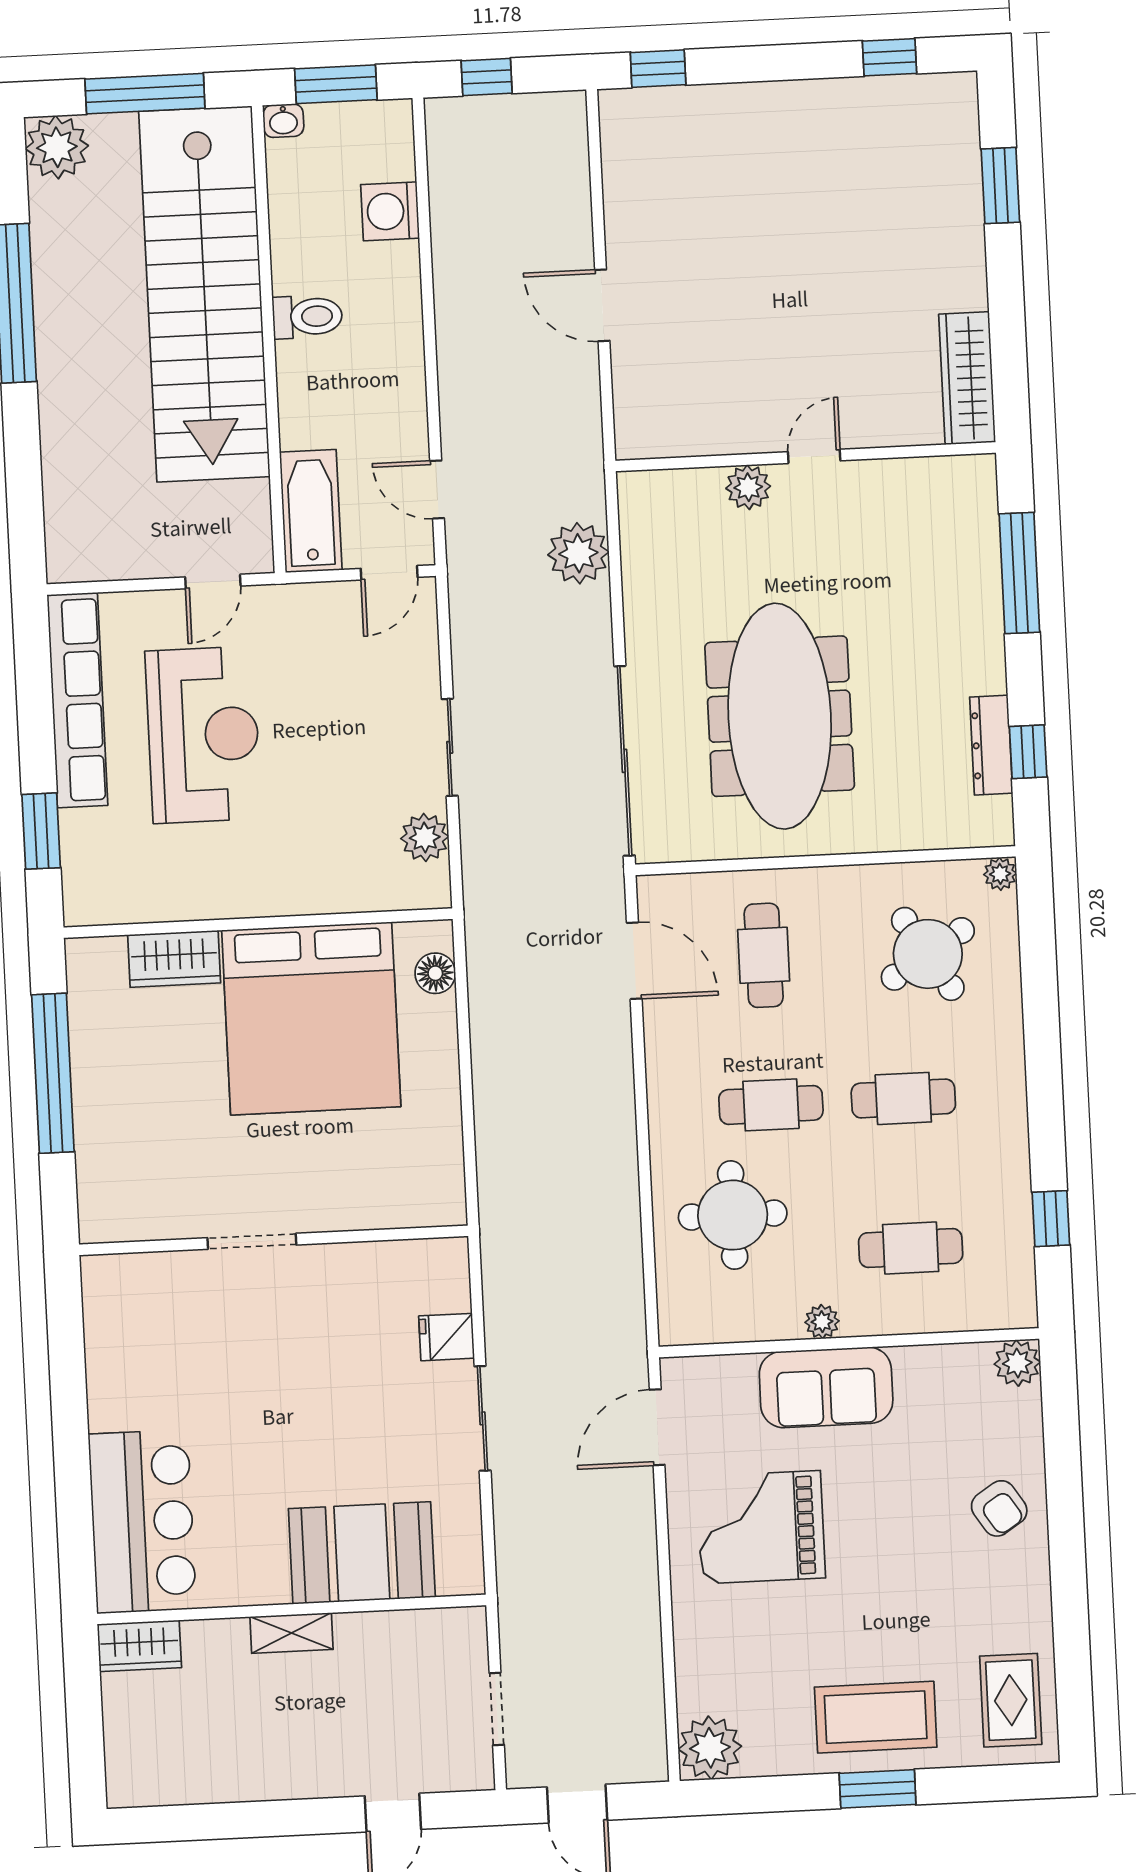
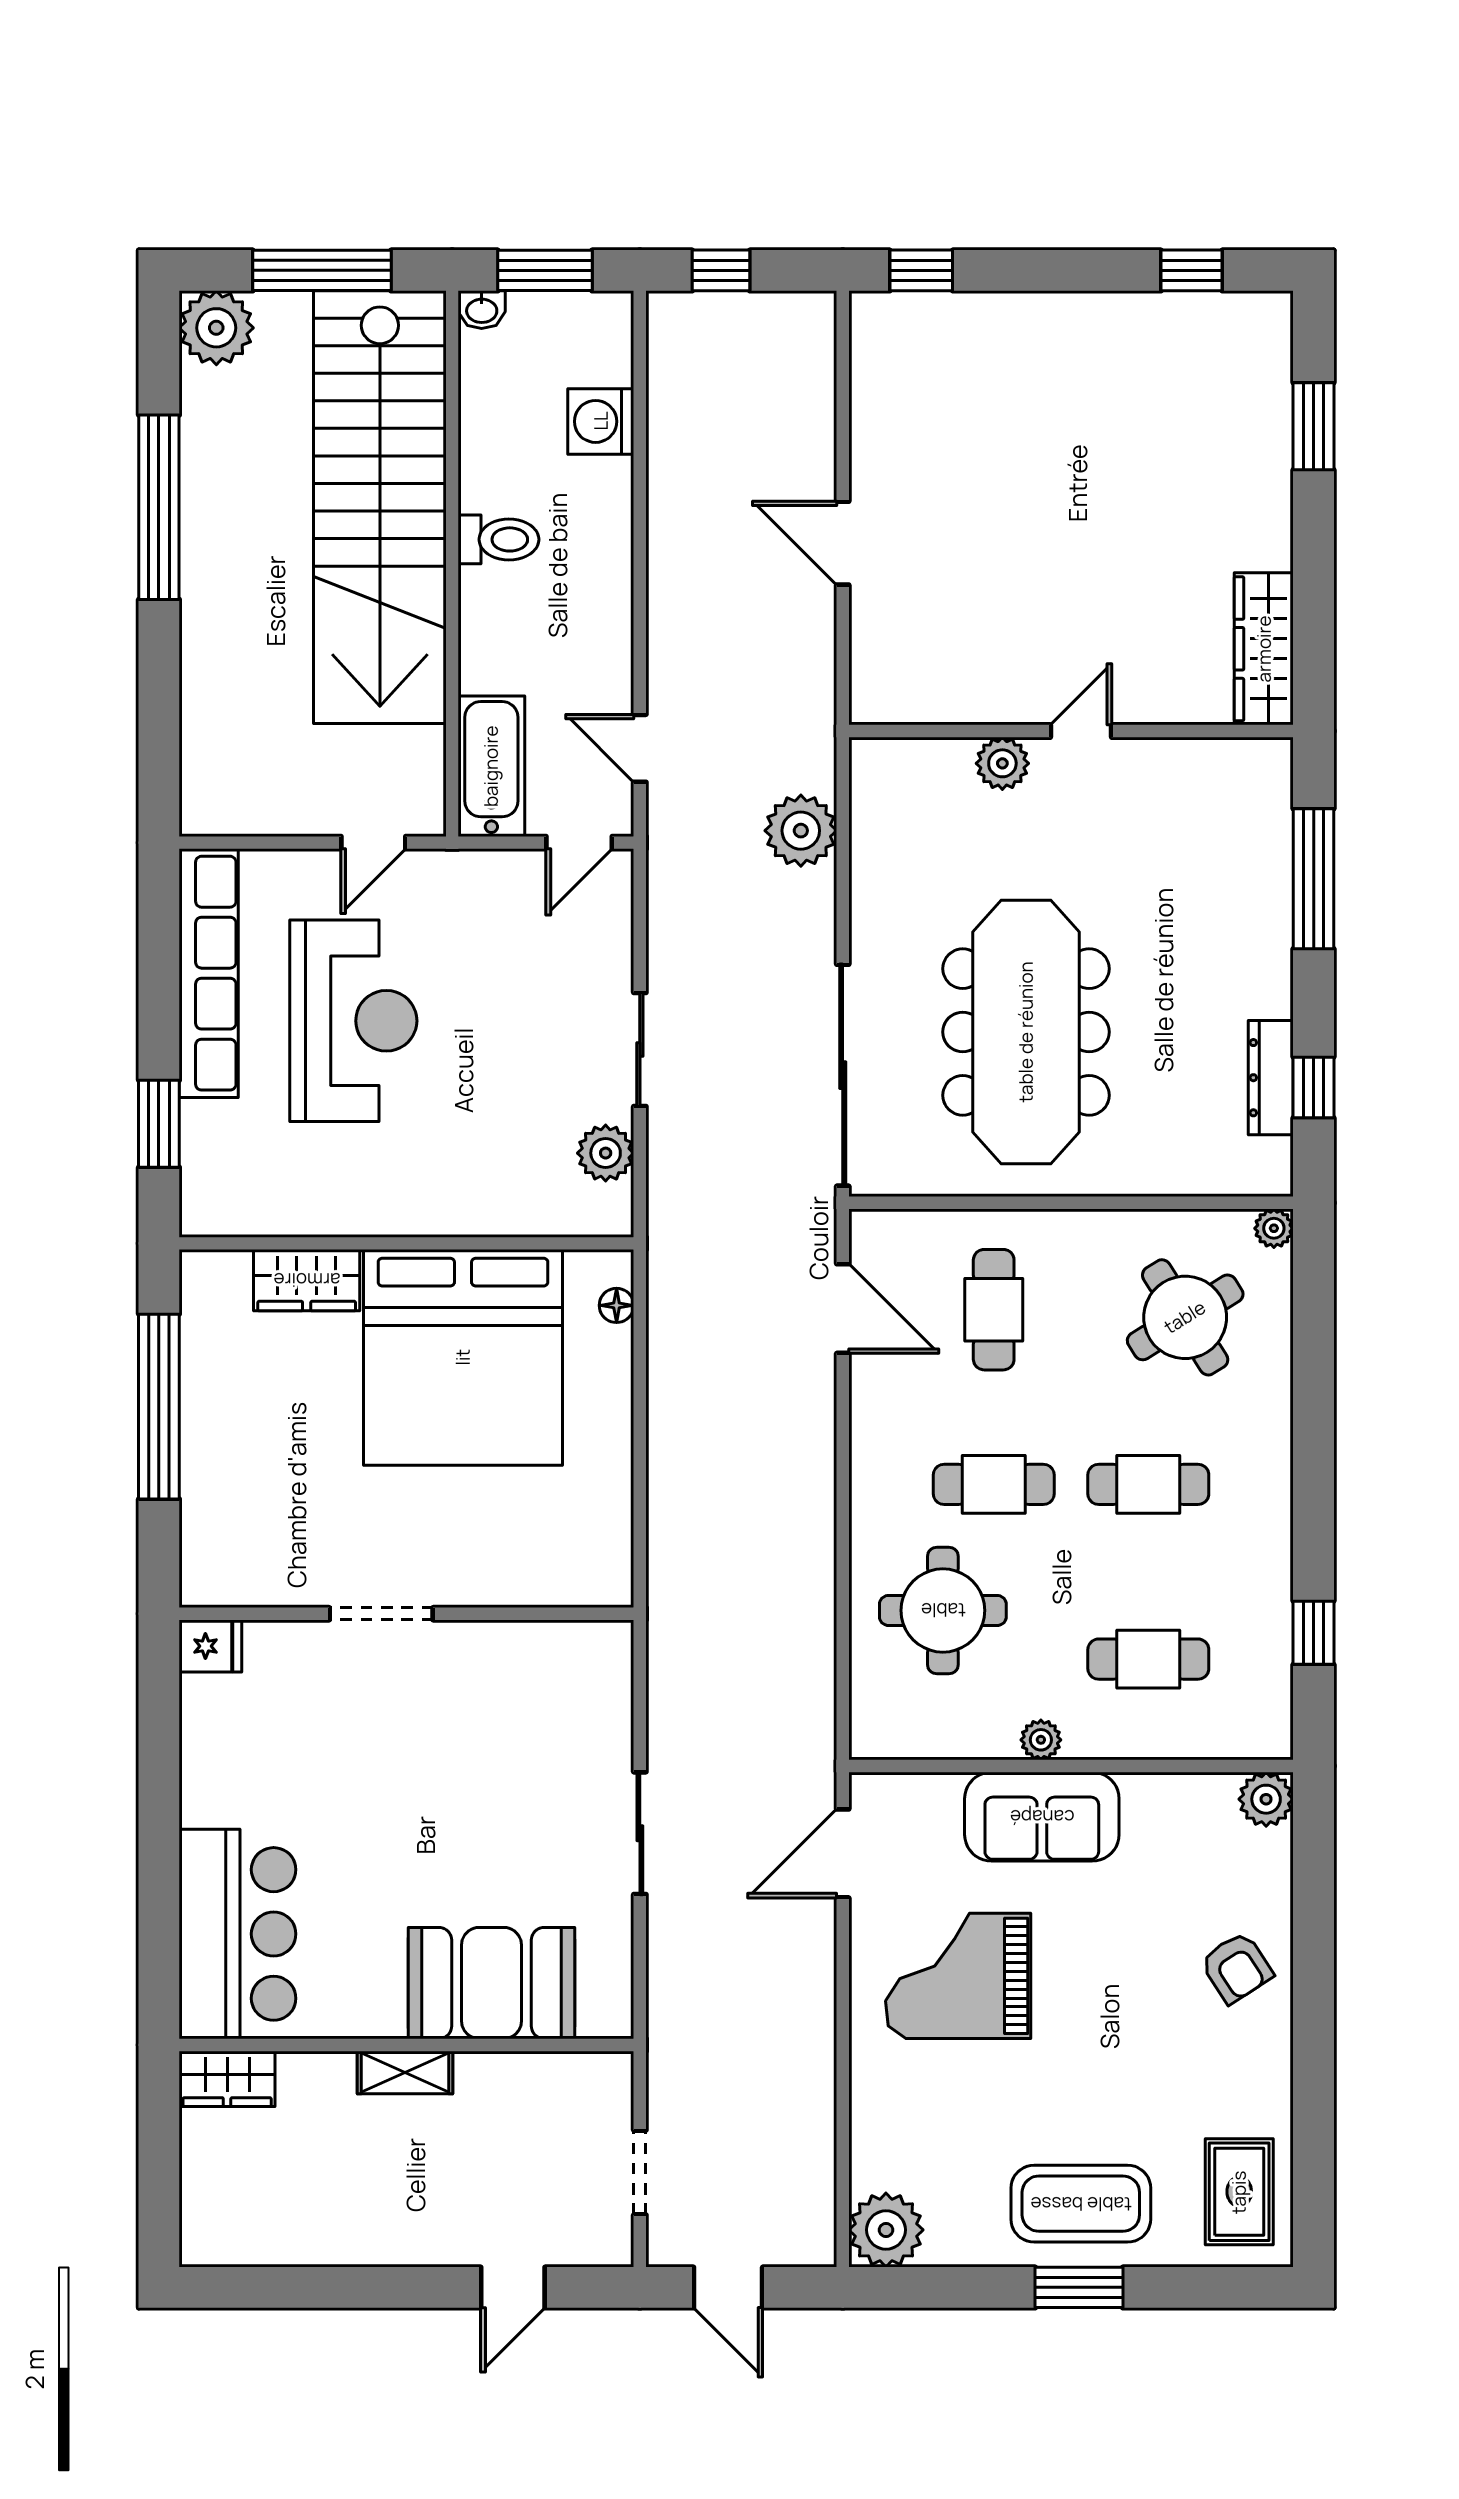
floor lamp: (435, 973) -> (617, 1305), width x0.73, depth x0.73
fridge: (447, 1337) -> (210, 1646), moved, turned 180

